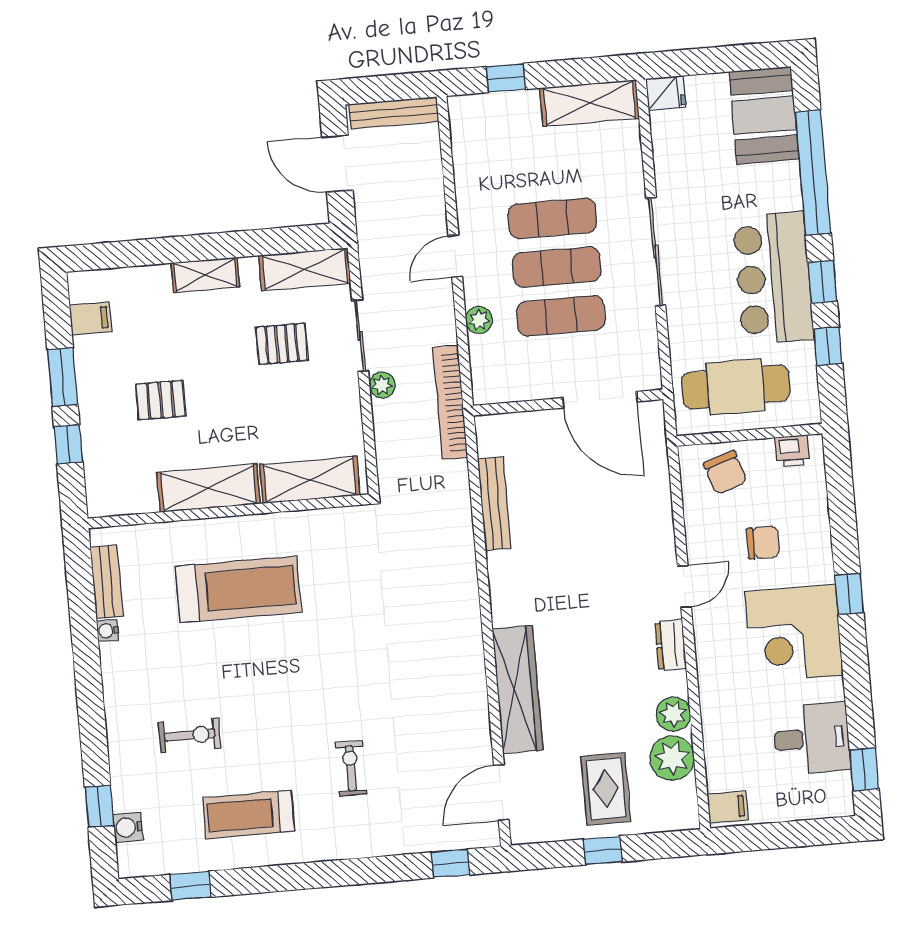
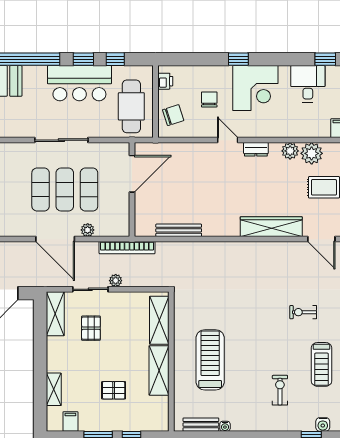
door: (455, 256) -> (55, 239), width x1.87
shelving: (205, 275) -> (54, 389), moved
pallet: (161, 400) -> (114, 390), turned 90

